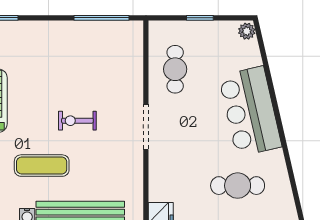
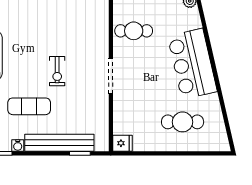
cafe table: (175, 69) -> (134, 31), turned 90
exercise bike: (77, 121) -> (57, 71), turned -90

